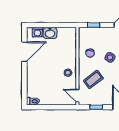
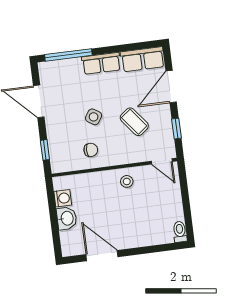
washing machine: (37, 32) -> (63, 198), moved
coffee table: (93, 79) -> (134, 122), moved
door: (77, 96) -> (162, 161), hinge flipped

